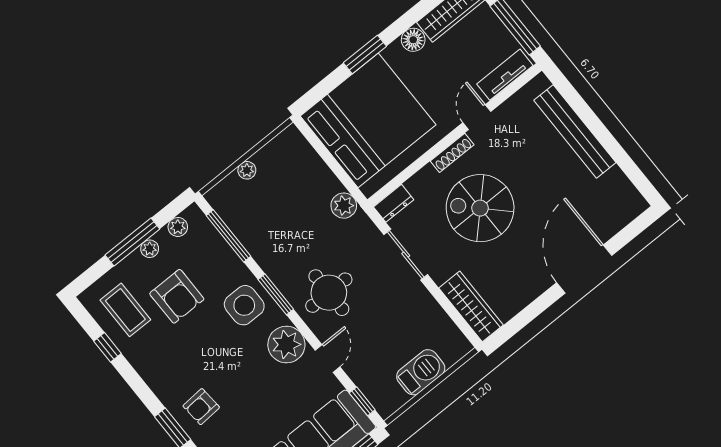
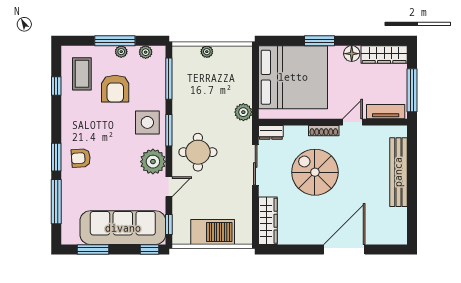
barbecue: (421, 372) -> (213, 232), width x1.37, depth x1.21

